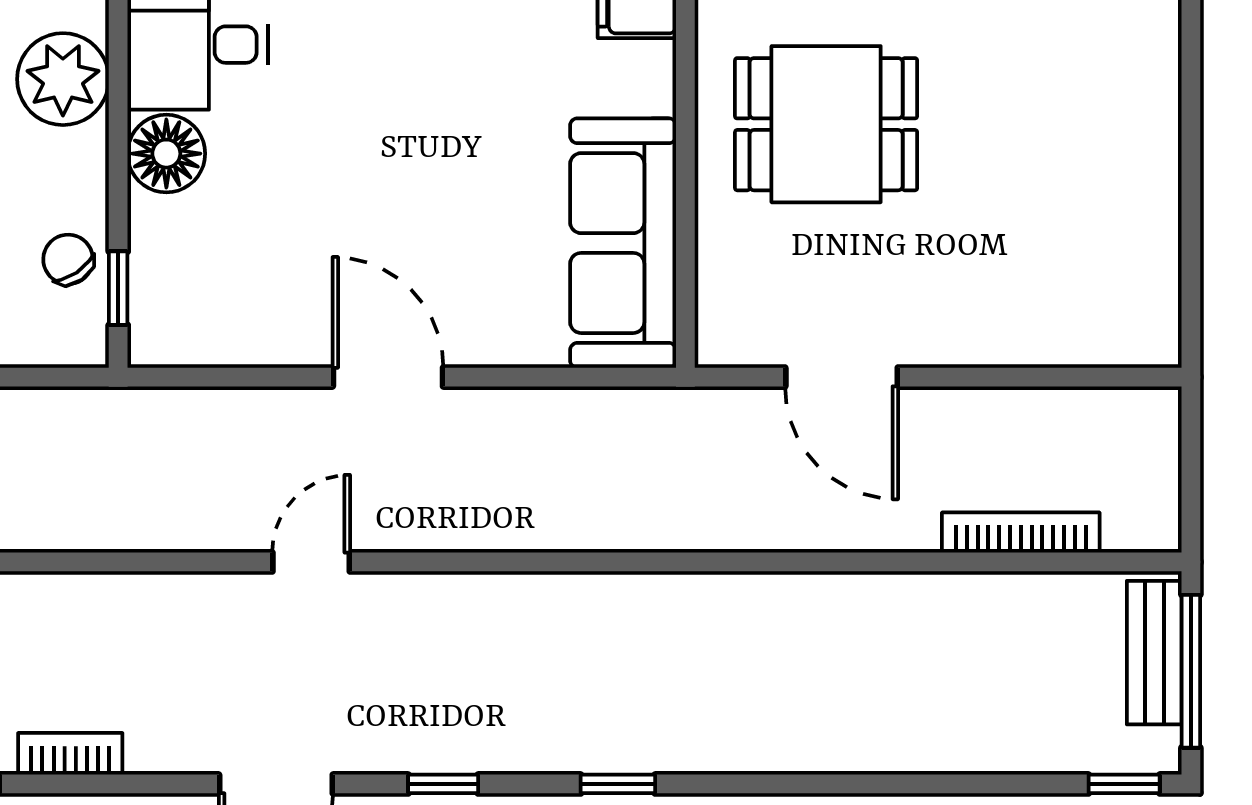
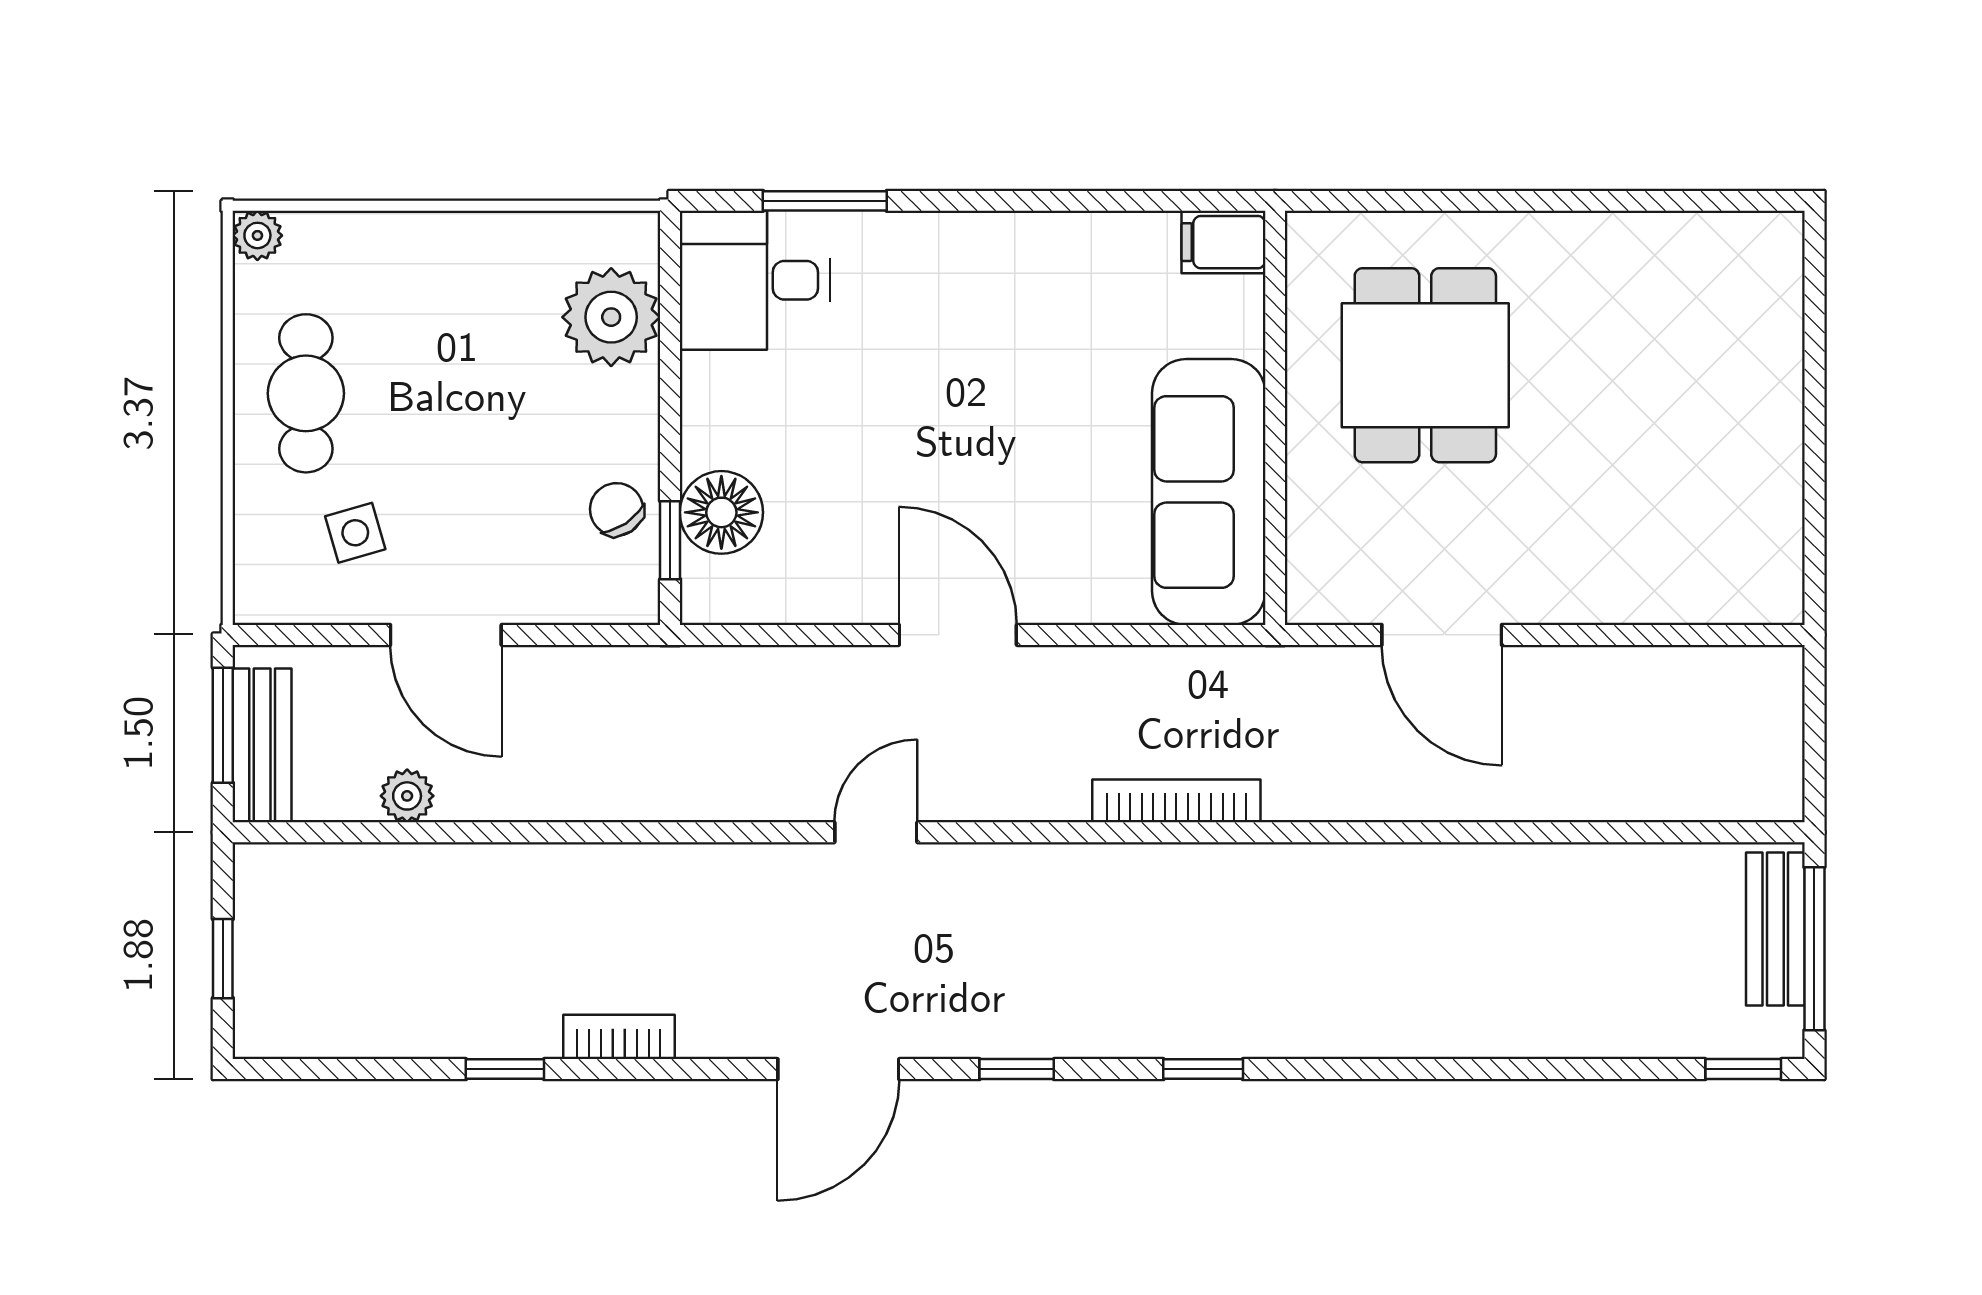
dining table: (826, 124) -> (1425, 365), turned 90
floor lamp: (166, 154) -> (721, 512), moved
bookcase: (1021, 533) -> (1176, 801), moved

